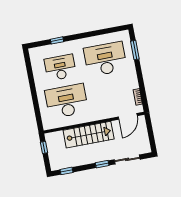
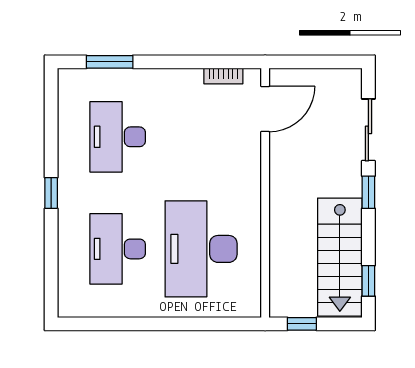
window: (57, 40) -> (51, 193), moved
desk: (105, 59) -> (118, 137), width x0.73, depth x0.77
door: (128, 116) -> (265, 109), hinge flipped
stairs: (89, 135) -> (340, 257), moved, turned 180

